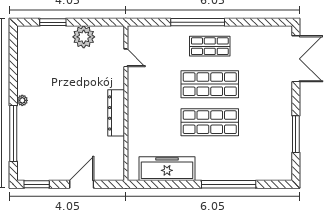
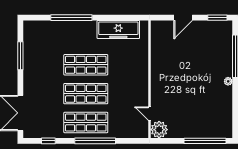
window: (53, 22) -> (205, 141), width x2.11
window: (259, 22) -> (48, 141), added
plant: (84, 37) -> (159, 130), moved
shop shelf: (210, 46) -> (86, 122), width x1.43, depth x1.36
dresser: (116, 113) -> (157, 72), removed

